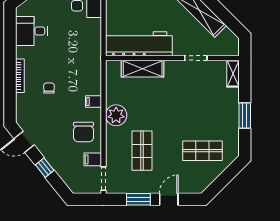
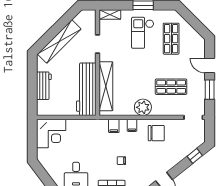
shelving: (143, 69) -> (106, 86), width x1.47
checkout: (210, 115) -> (143, 33), added
filing cabinet: (93, 159) -> (114, 126), moved
window: (45, 168) -> (195, 156), moved

